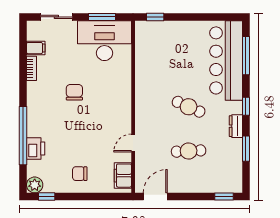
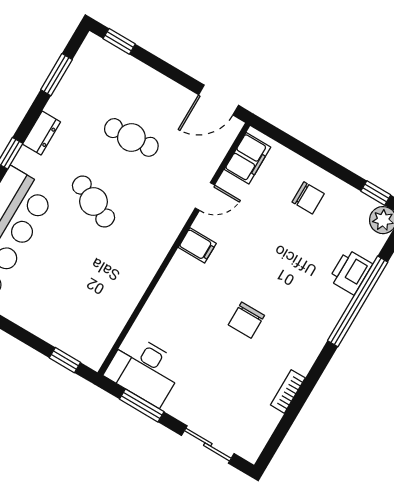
desk: (104, 41) -> (144, 370), width x0.73, depth x0.77
filing cabinet: (36, 48) -> (197, 245), moved, turned 180
window: (246, 149) -> (56, 75), moved

